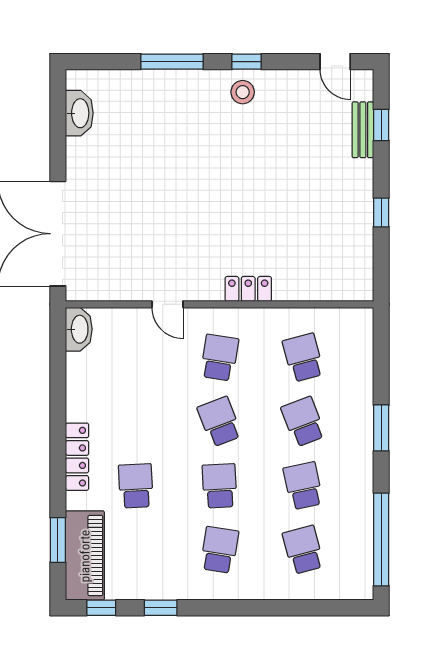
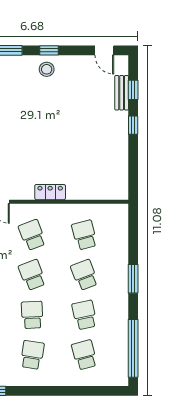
window: (381, 212) -> (133, 125), moved
school desk: (220, 358) -> (32, 235), turned -30

